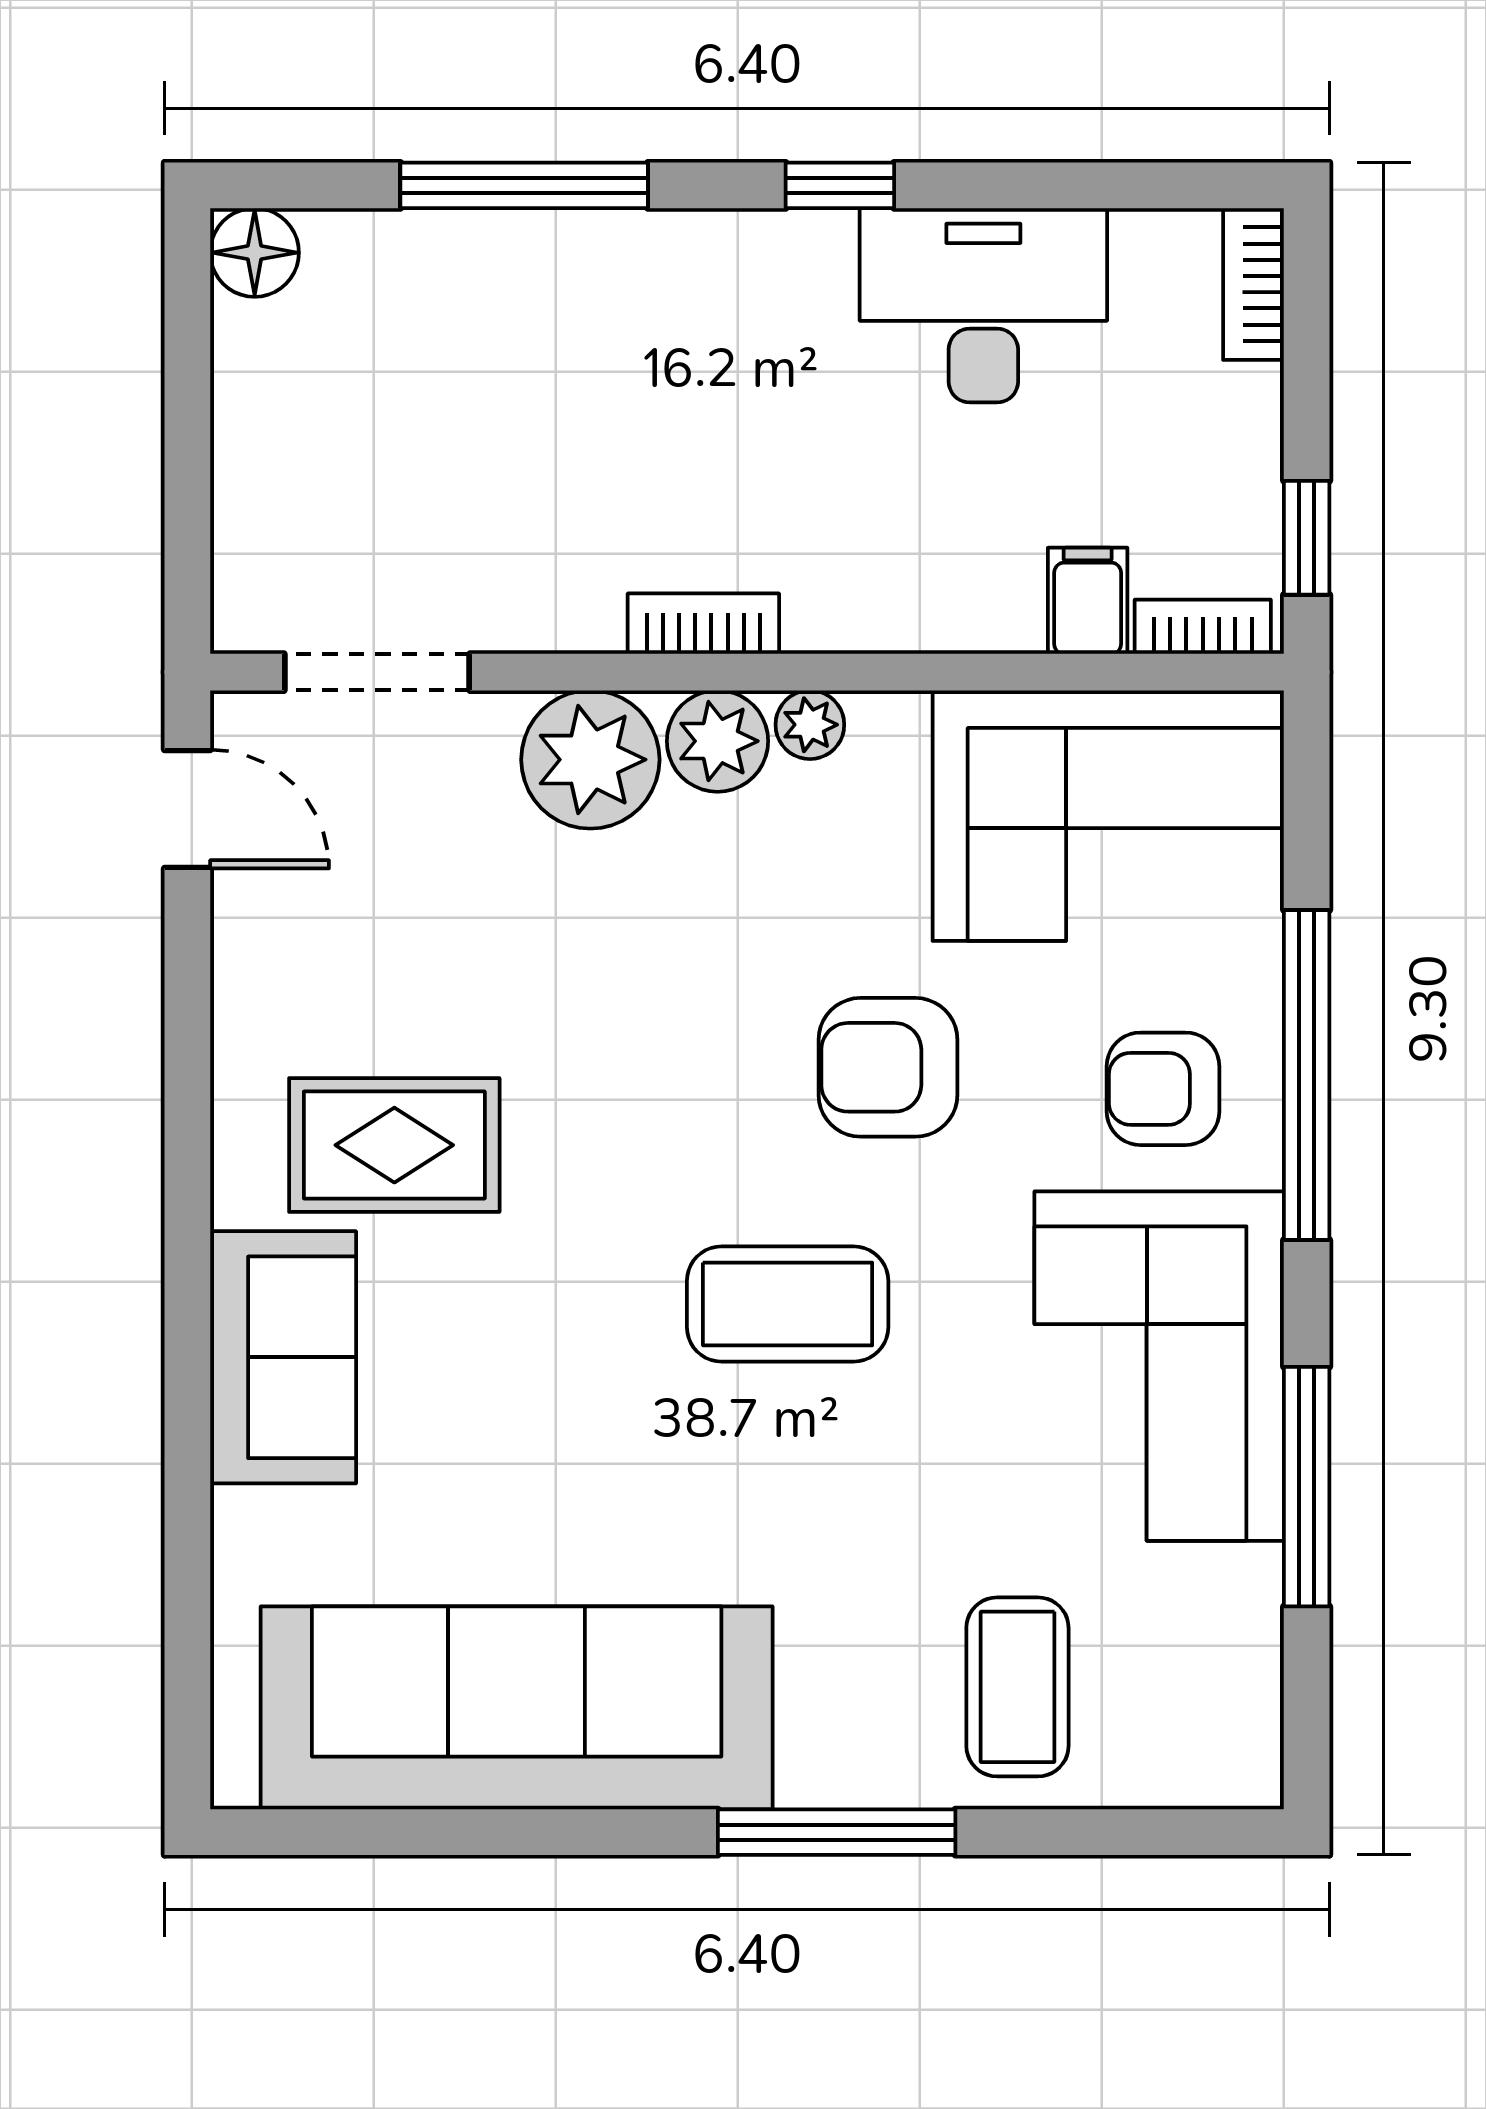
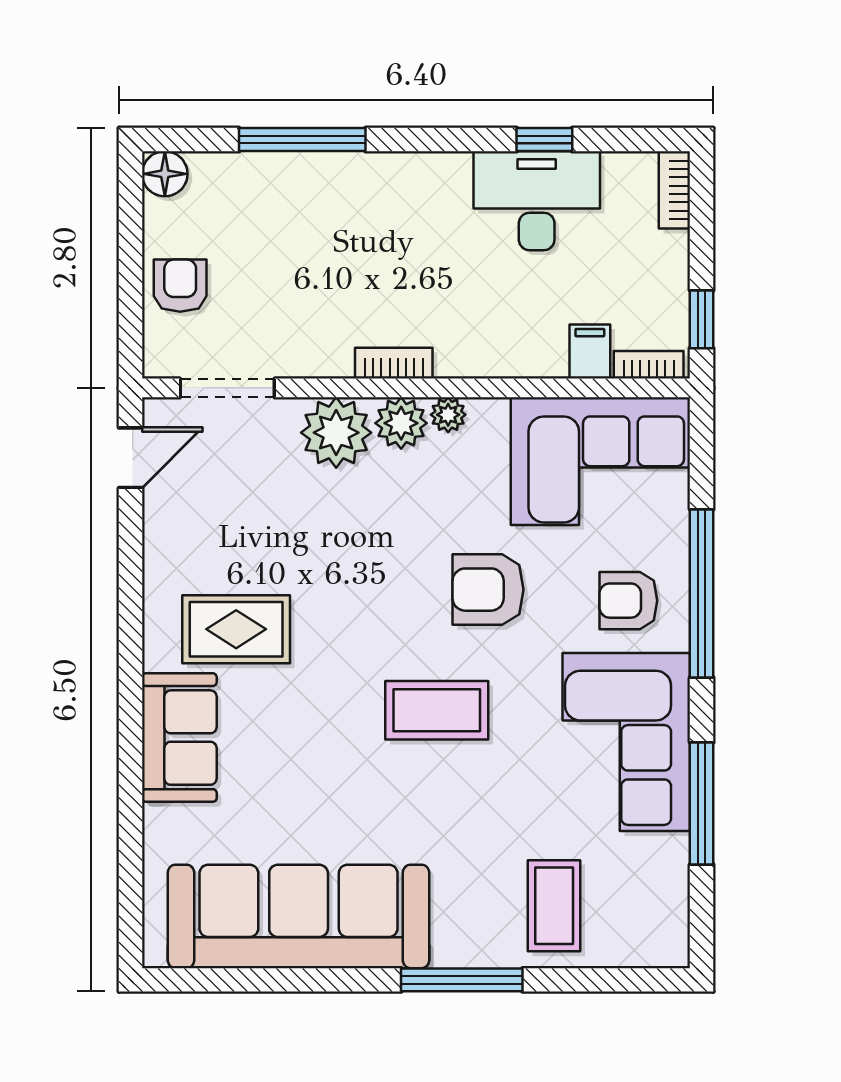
window: (840, 185) -> (544, 140), moved
armchair: (285, 472) -> (180, 286), added
door: (187, 809) -> (131, 458), hinge flipped

